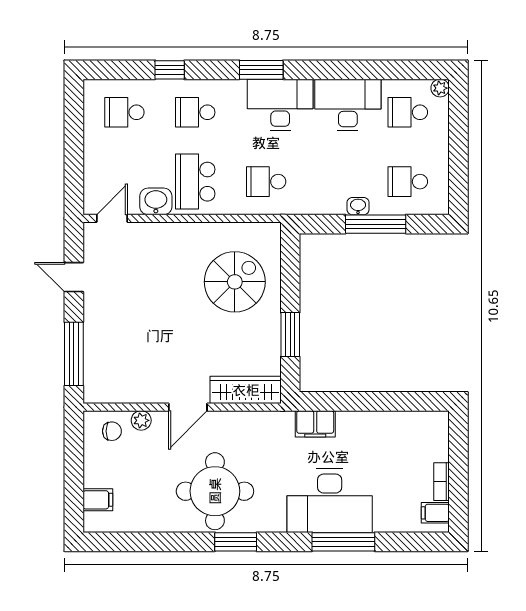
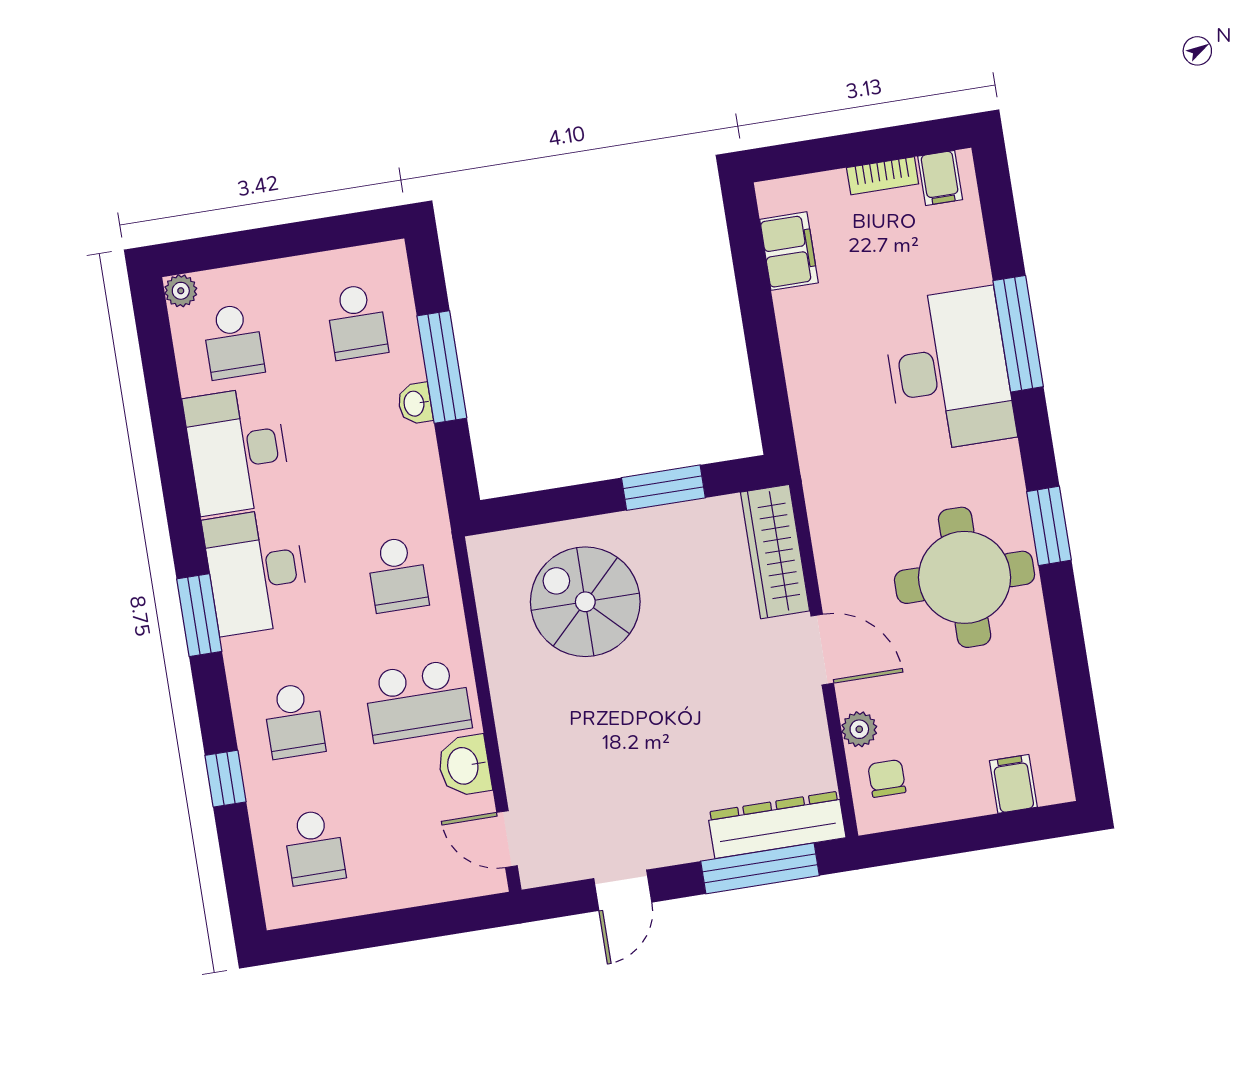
dresser: (96, 367) -> (777, 825), added
filing cabinet: (315, 424) -> (789, 251), moved

